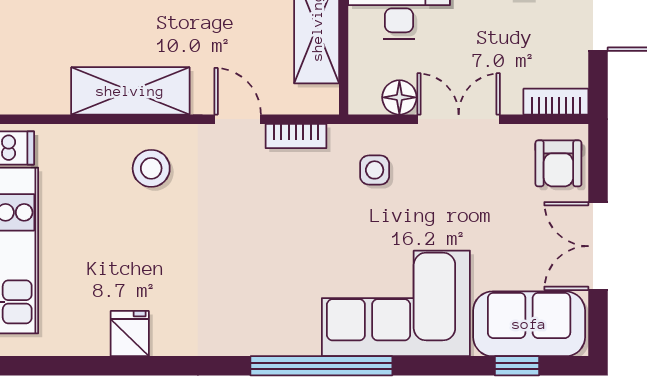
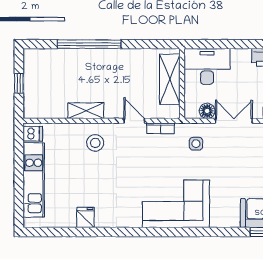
shelving: (130, 91) -> (86, 111), width x0.67, depth x0.75
corner sofa: (396, 303) -> (176, 204), moved
window: (321, 366) -> (172, 232), removed

